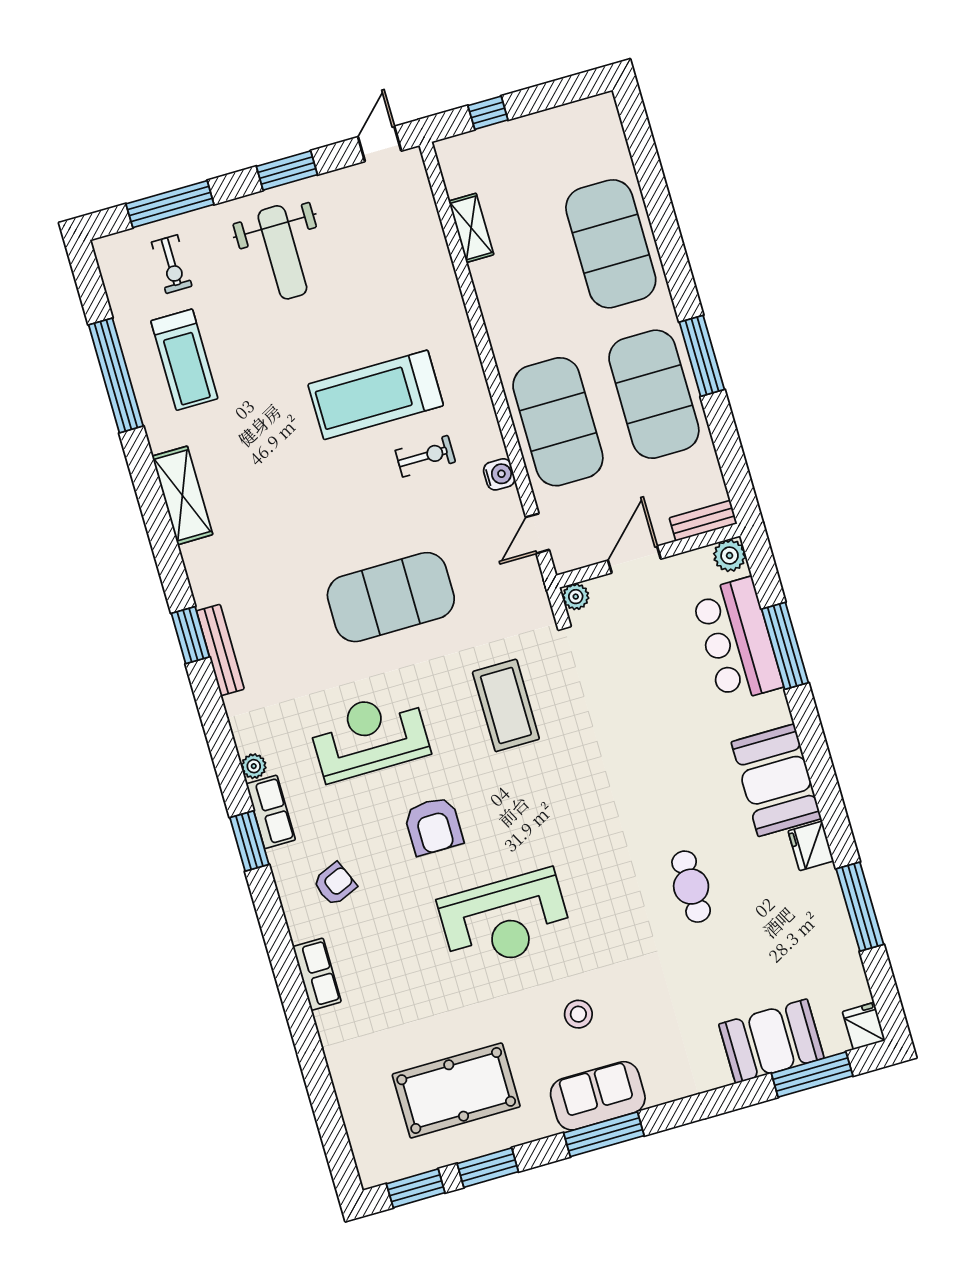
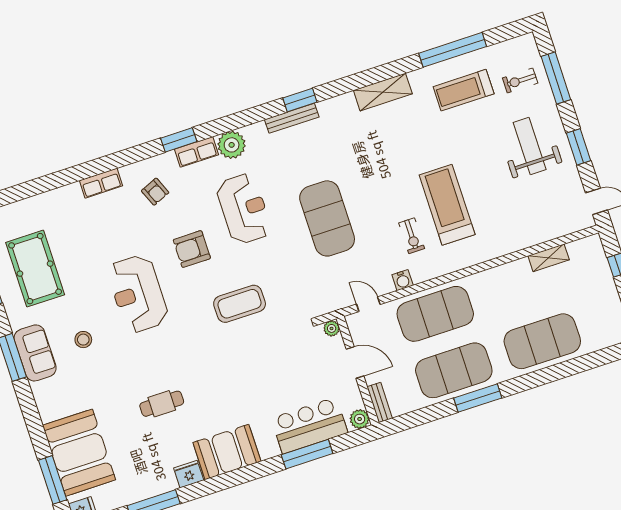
weight bench: (282, 252) -> (530, 146), turned 90
coffee table: (506, 705) -> (240, 304), moved
plant: (254, 766) -> (232, 145), width x1.87, depth x1.87
booth: (771, 1041) -> (79, 453), width x1.36, depth x1.42

